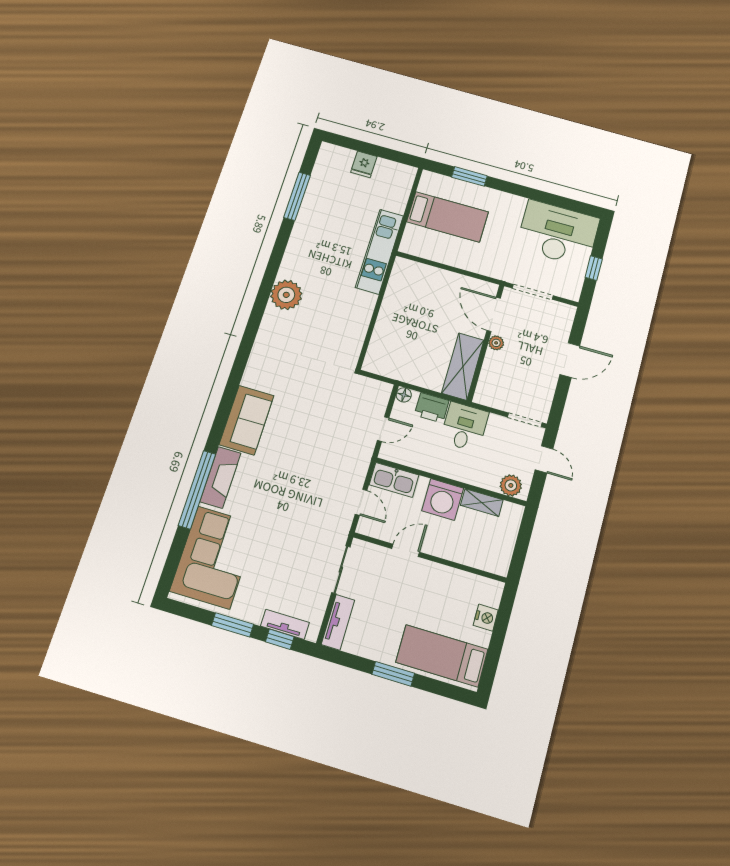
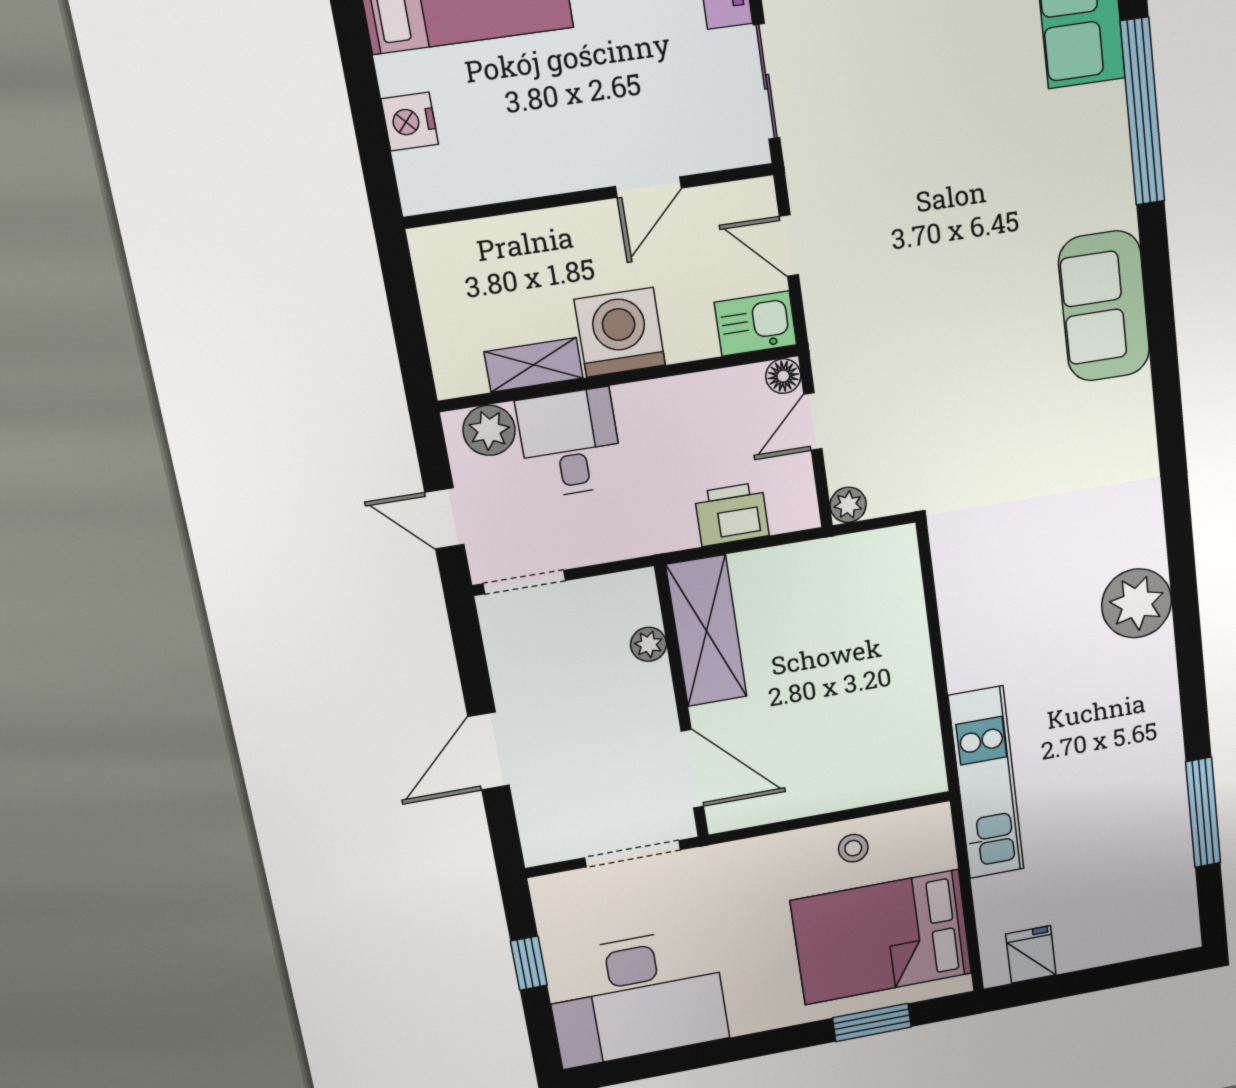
fridge: (364, 164) -> (1031, 954), moved
bed: (447, 217) -> (882, 937), width x1.50
stool: (445, 251) -> (853, 848), added
plant: (496, 343) -> (649, 644), moved
plant: (384, 390) -> (848, 505), added
floor lamp: (404, 395) -> (783, 376), moved
desk: (464, 427) -> (570, 443), moved, turned 180
fireplace: (220, 477) -> (1105, 160), removed
kitchen sink: (394, 480) -> (756, 324), width x0.73

